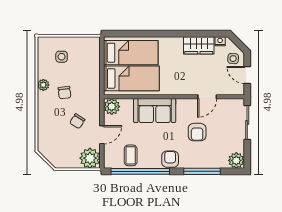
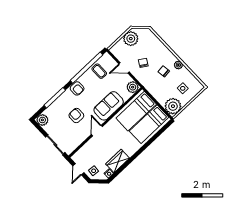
plant: (89, 48) -> (173, 106), added
door: (247, 75) -> (78, 169), swing flipped
door: (207, 97) -> (97, 131), moved
door: (102, 135) -> (124, 68), hinge flipped
plant: (90, 158) -> (131, 39), moved

